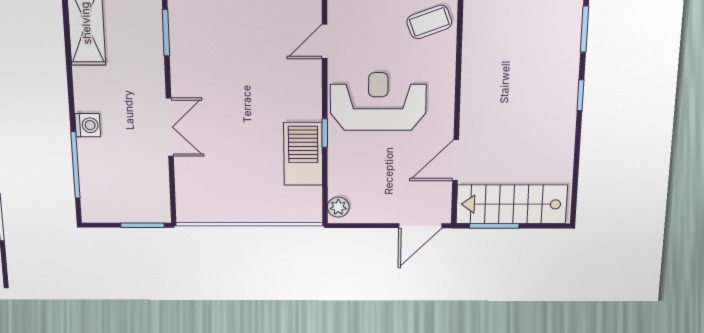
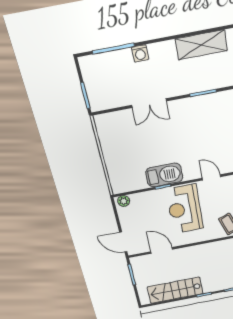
reception desk: (378, 102) -> (185, 209), turned 180
barbecue: (303, 154) -> (164, 175), moved
stairs: (512, 204) -> (175, 290), moved, turned -90

